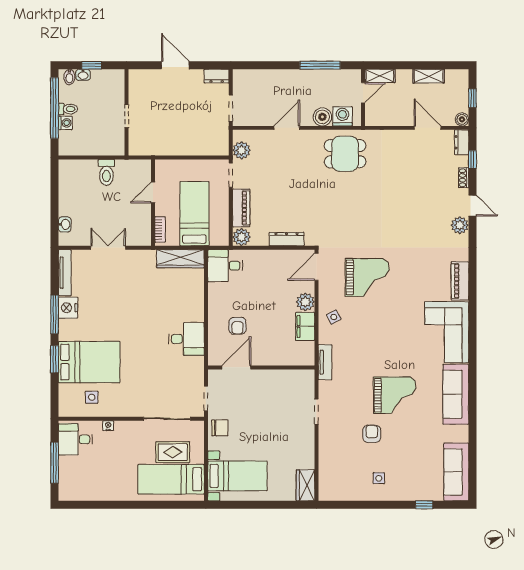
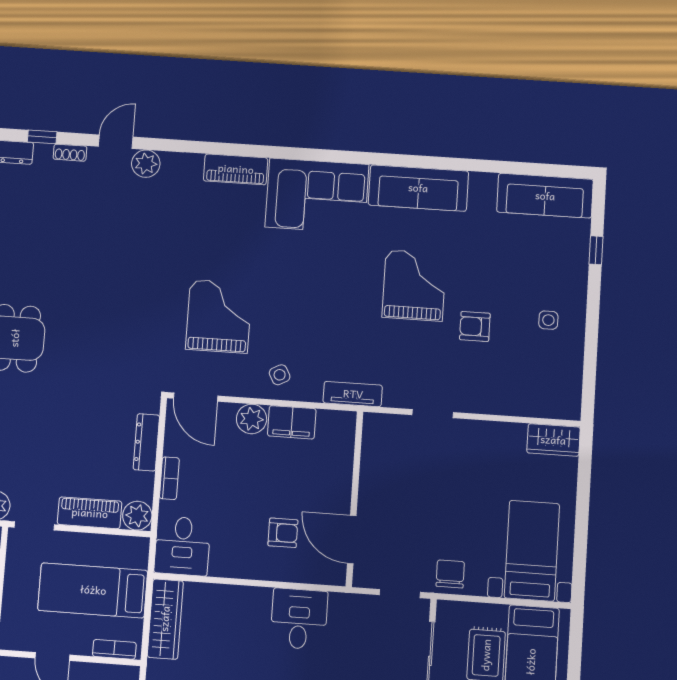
bookcase: (266, 255) -> (169, 478), added

